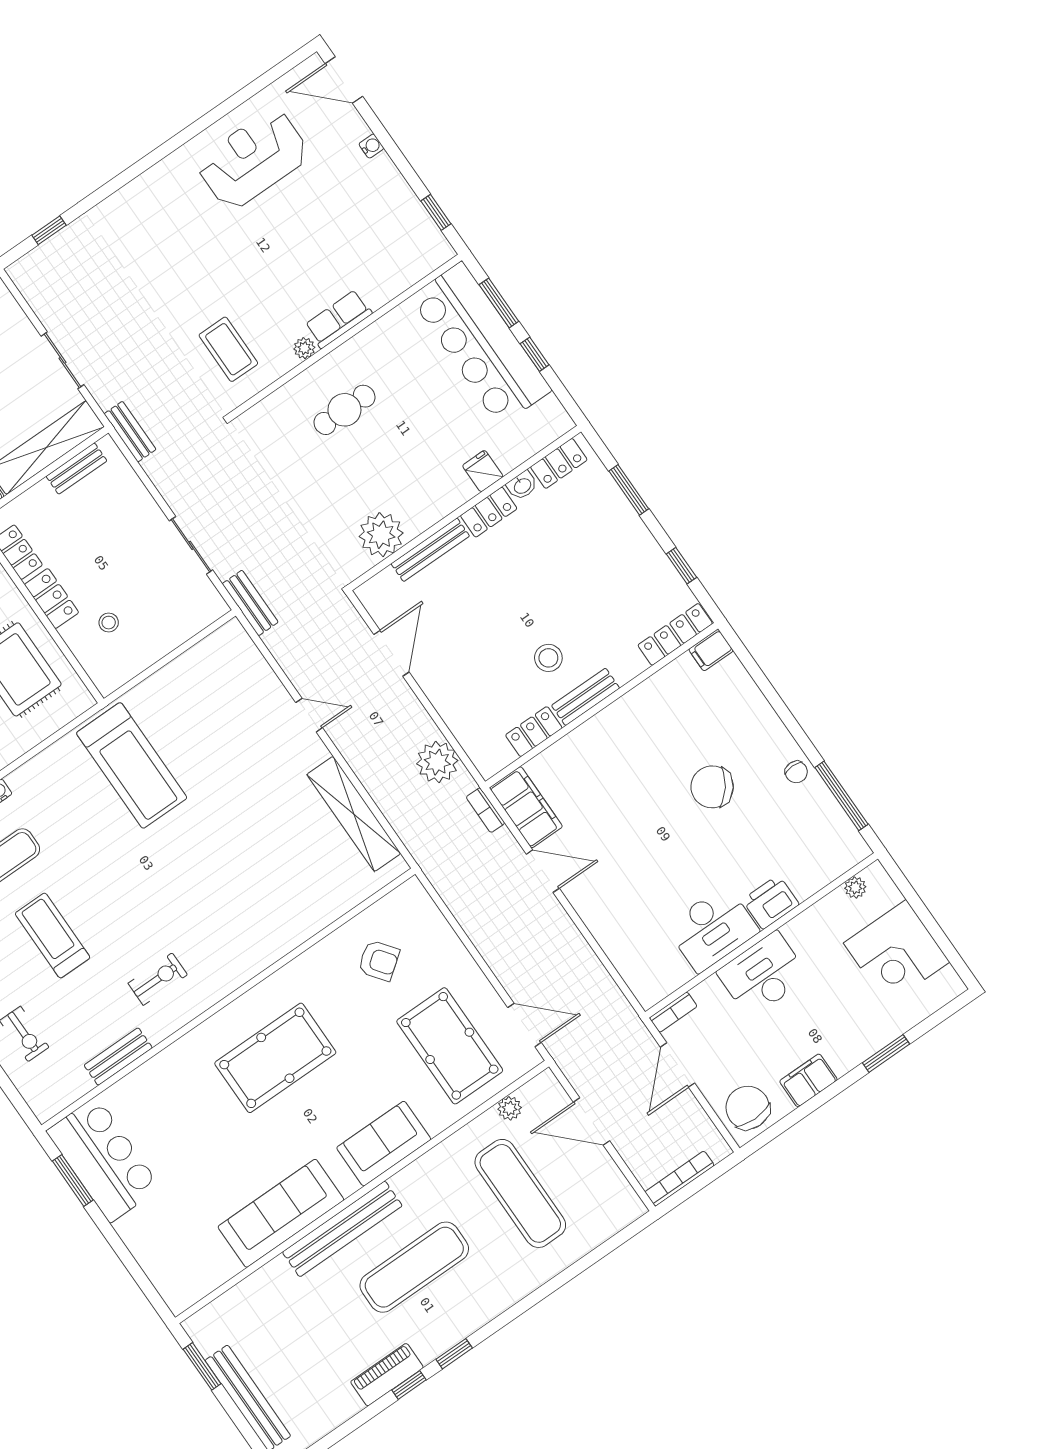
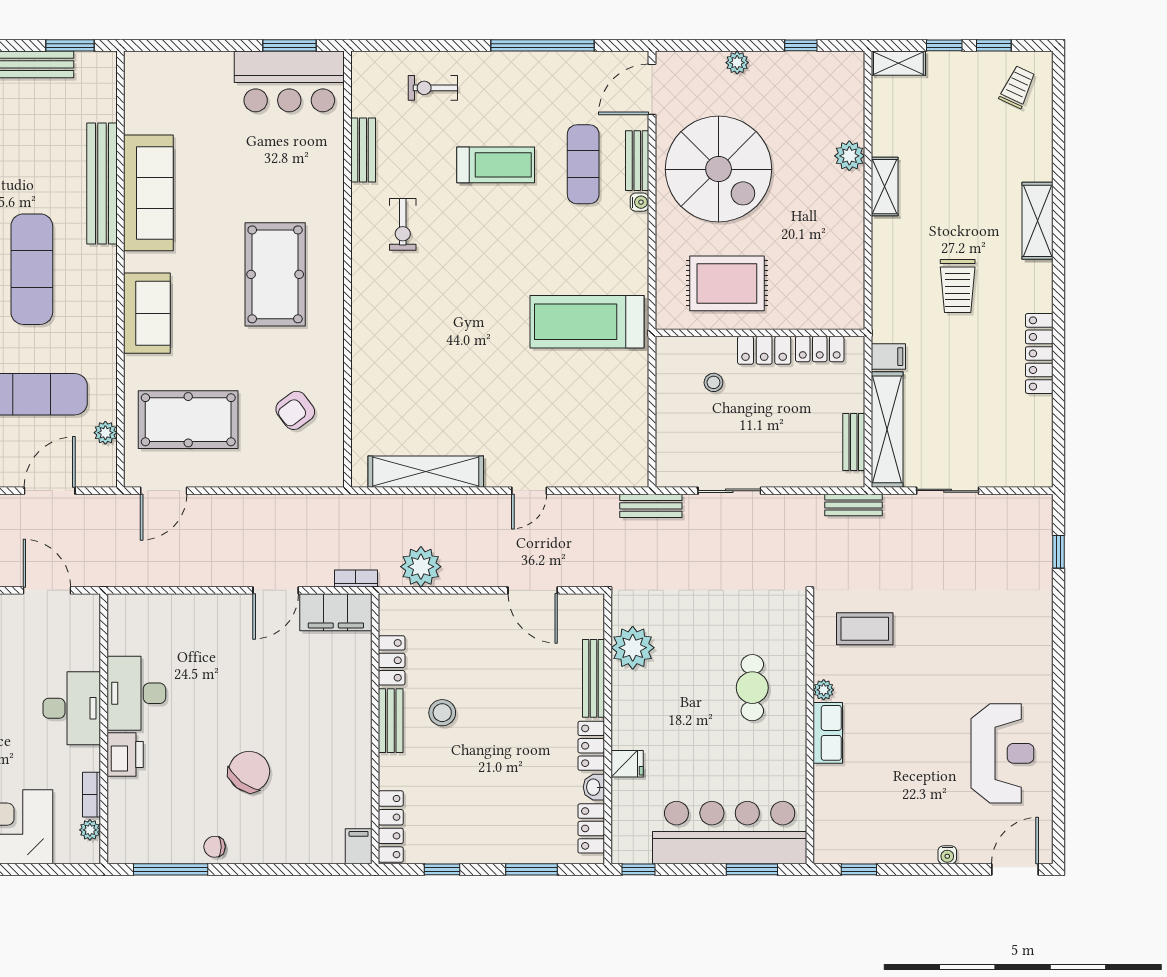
window: (535, 354) -> (639, 869), moved
bookcase: (673, 1012) -> (91, 795), moved
bench: (342, 1229) -> (102, 183), moved

